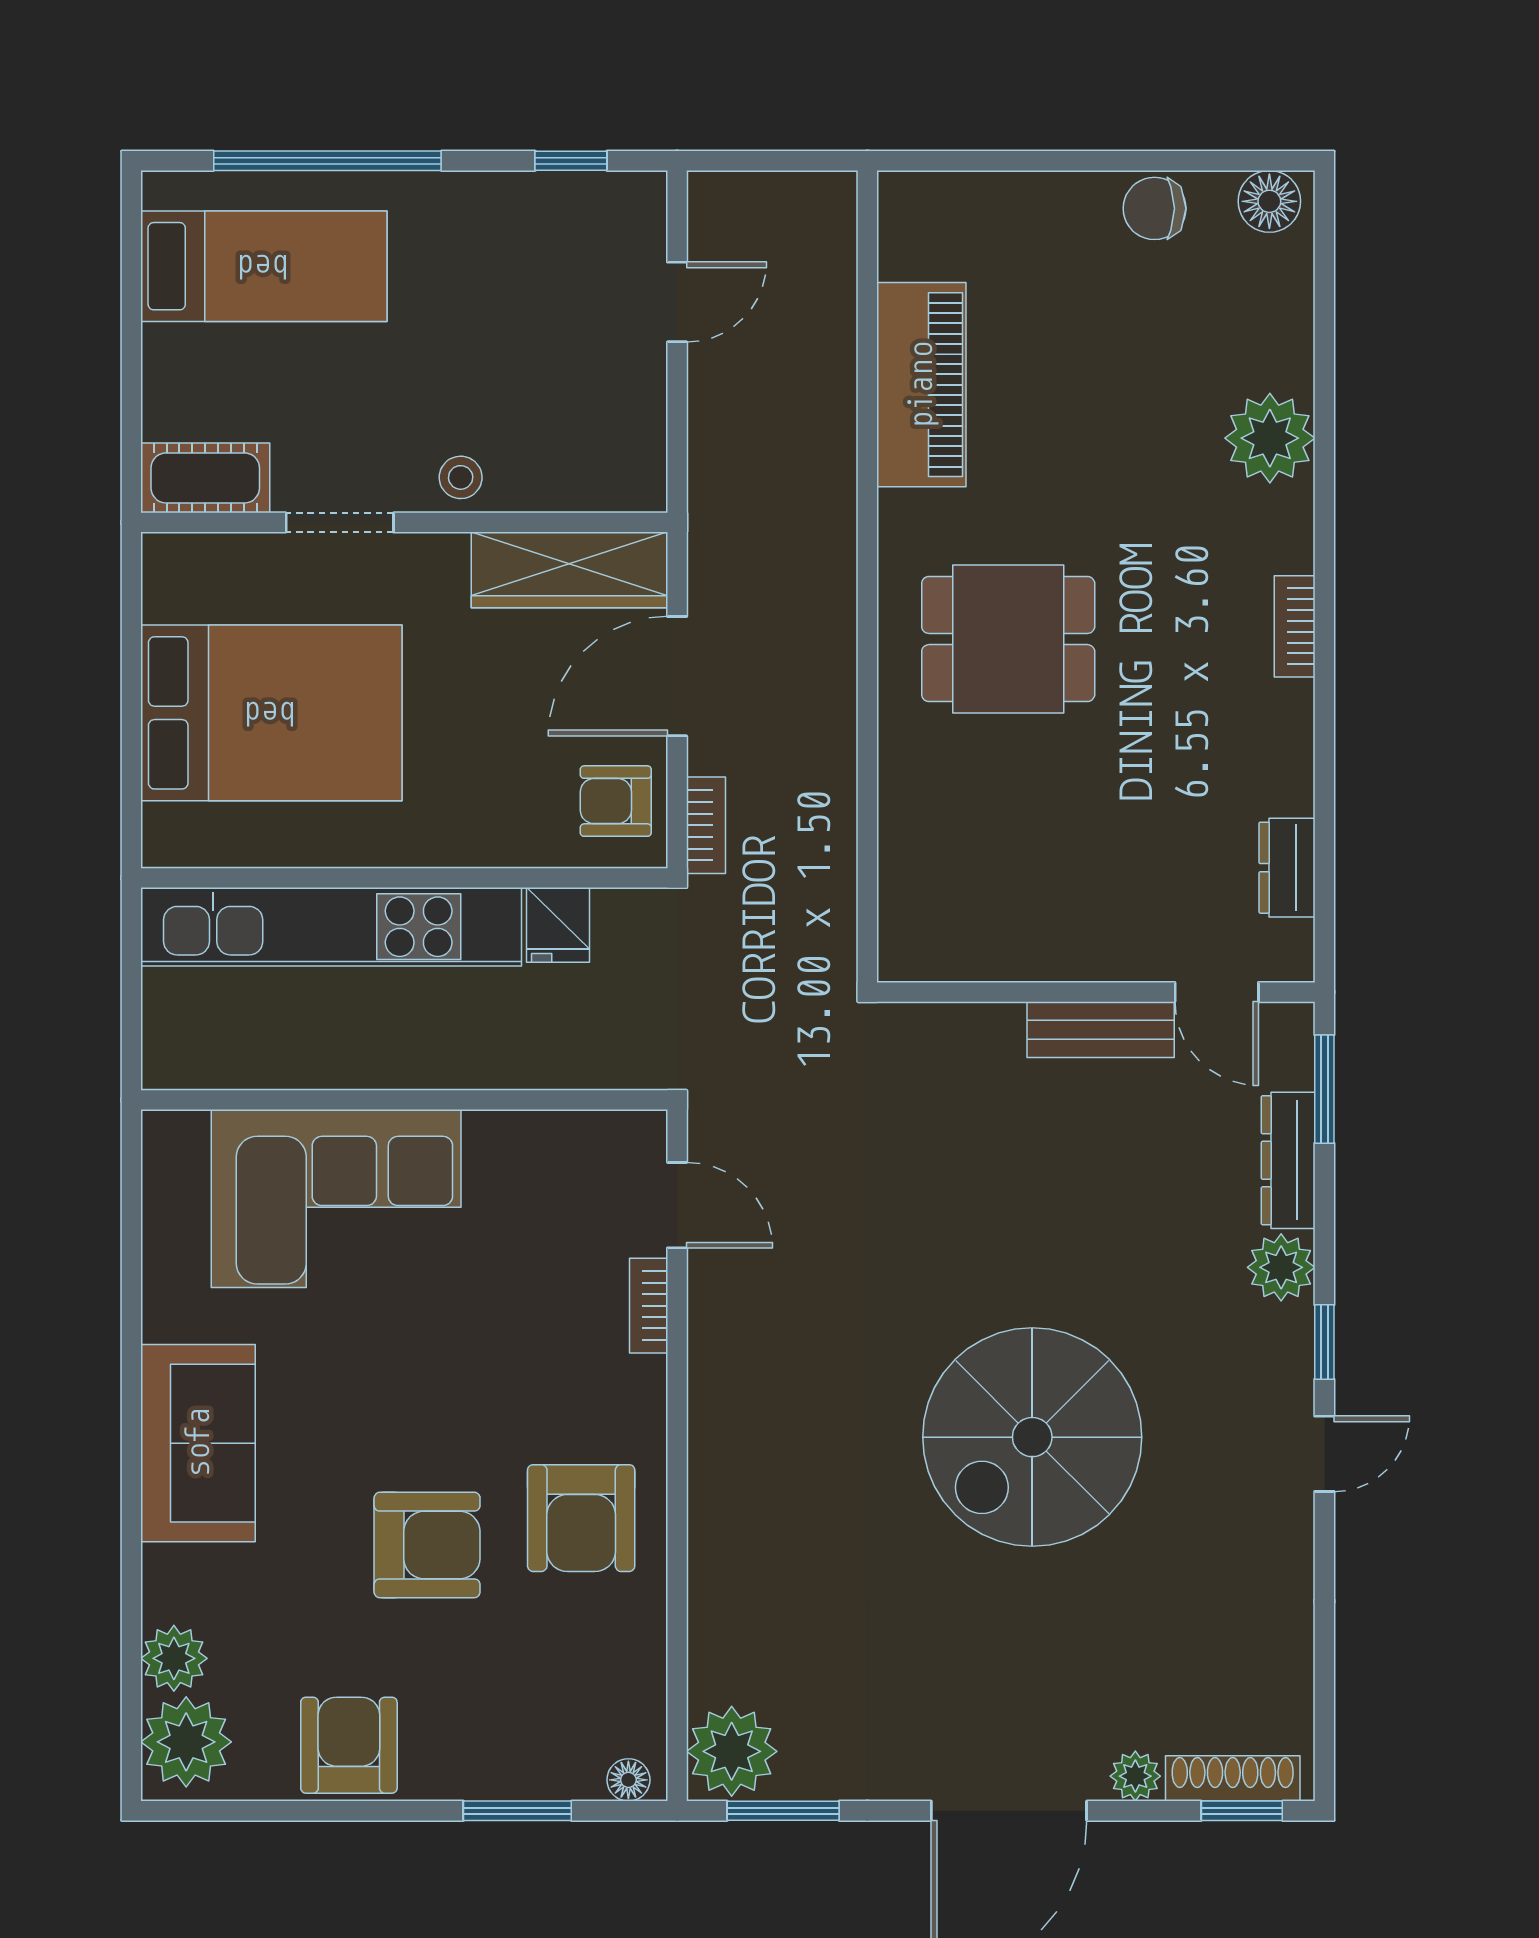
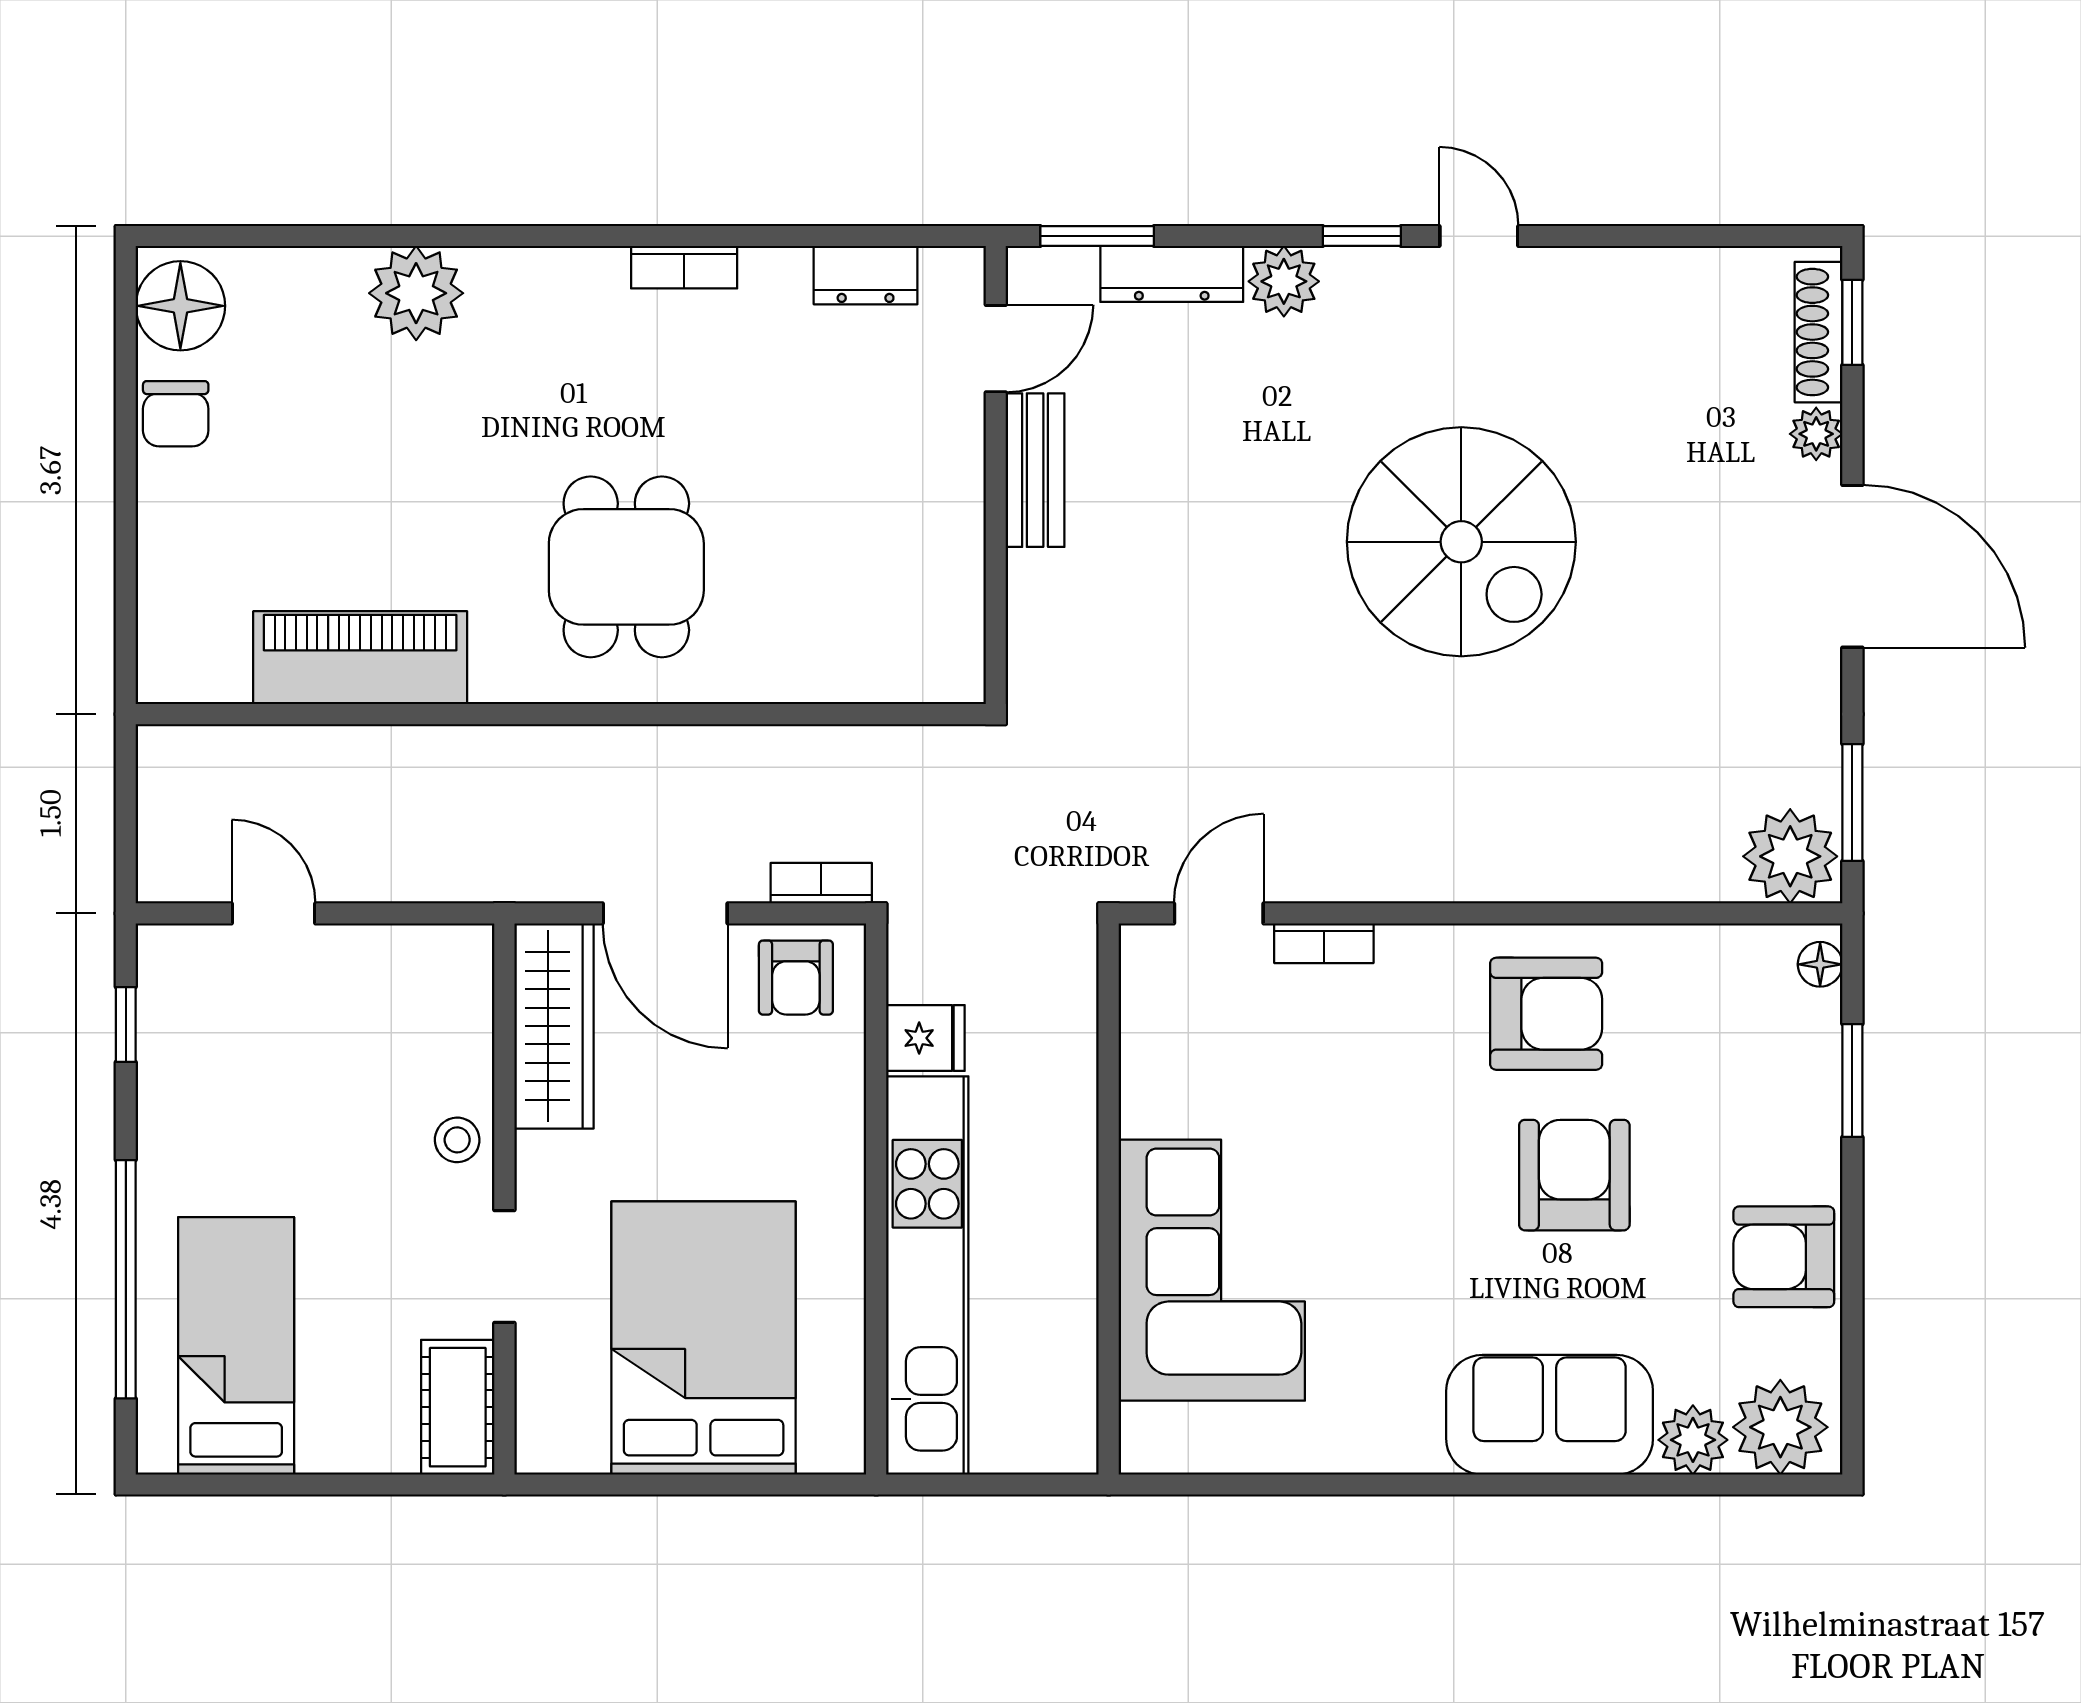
floor lamp: (1269, 201) -> (180, 306), width x1.38, depth x1.38
bookcase: (1295, 626) -> (684, 267), moved
sofa: (198, 1443) -> (1550, 1415), moved

